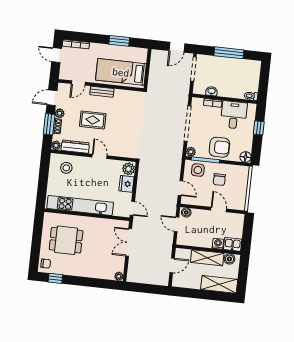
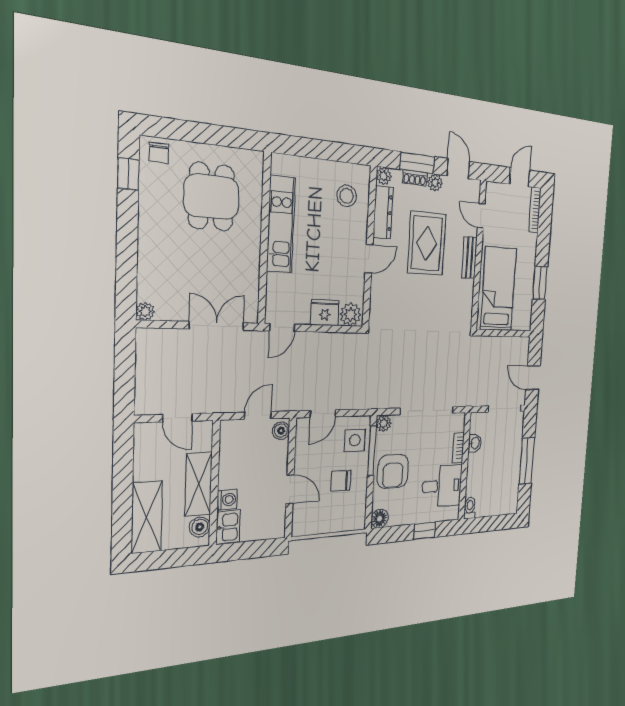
rug: (93, 120) -> (427, 243), width x1.36, depth x1.43
kitchen unit: (80, 205) -> (281, 224), width x0.73
door: (219, 209) -> (290, 489), hinge flipped

